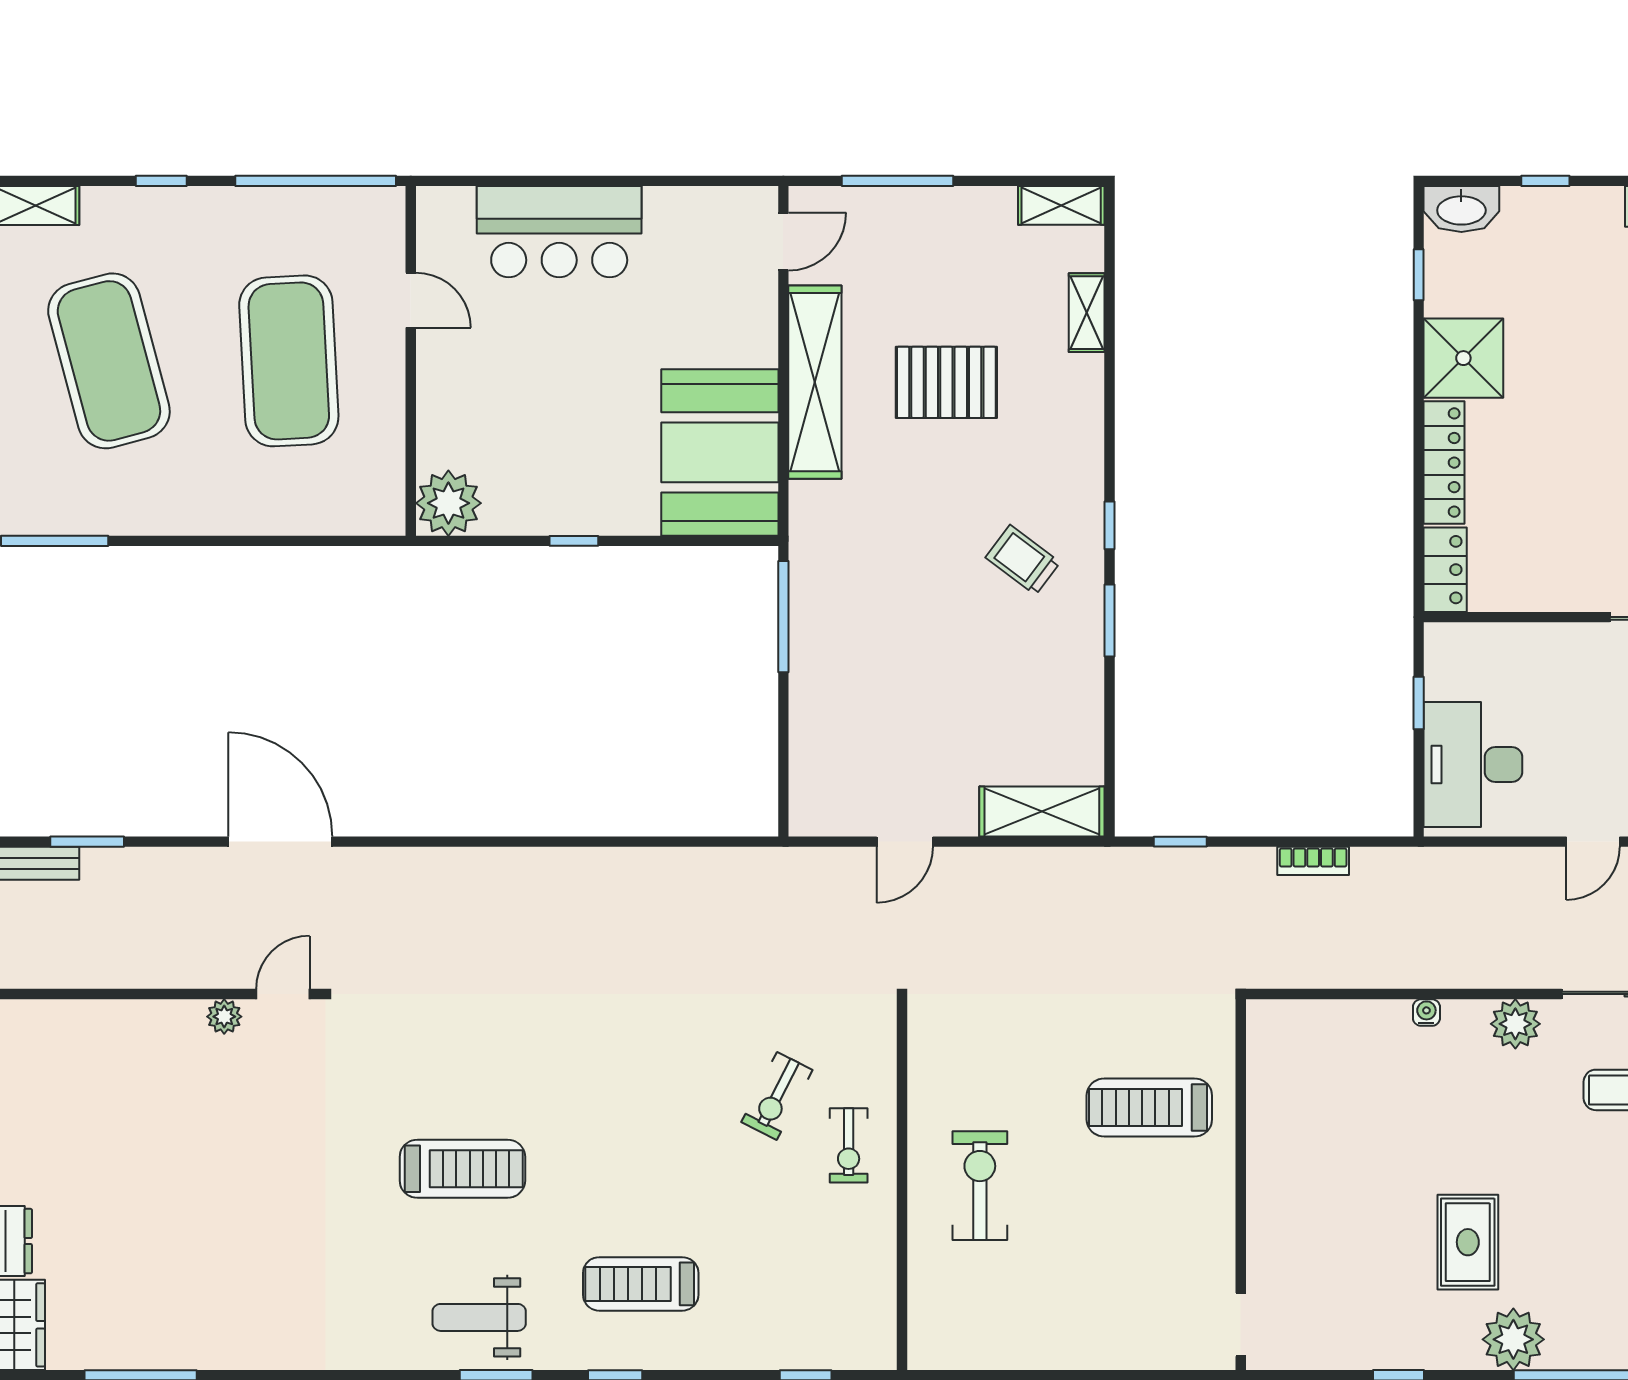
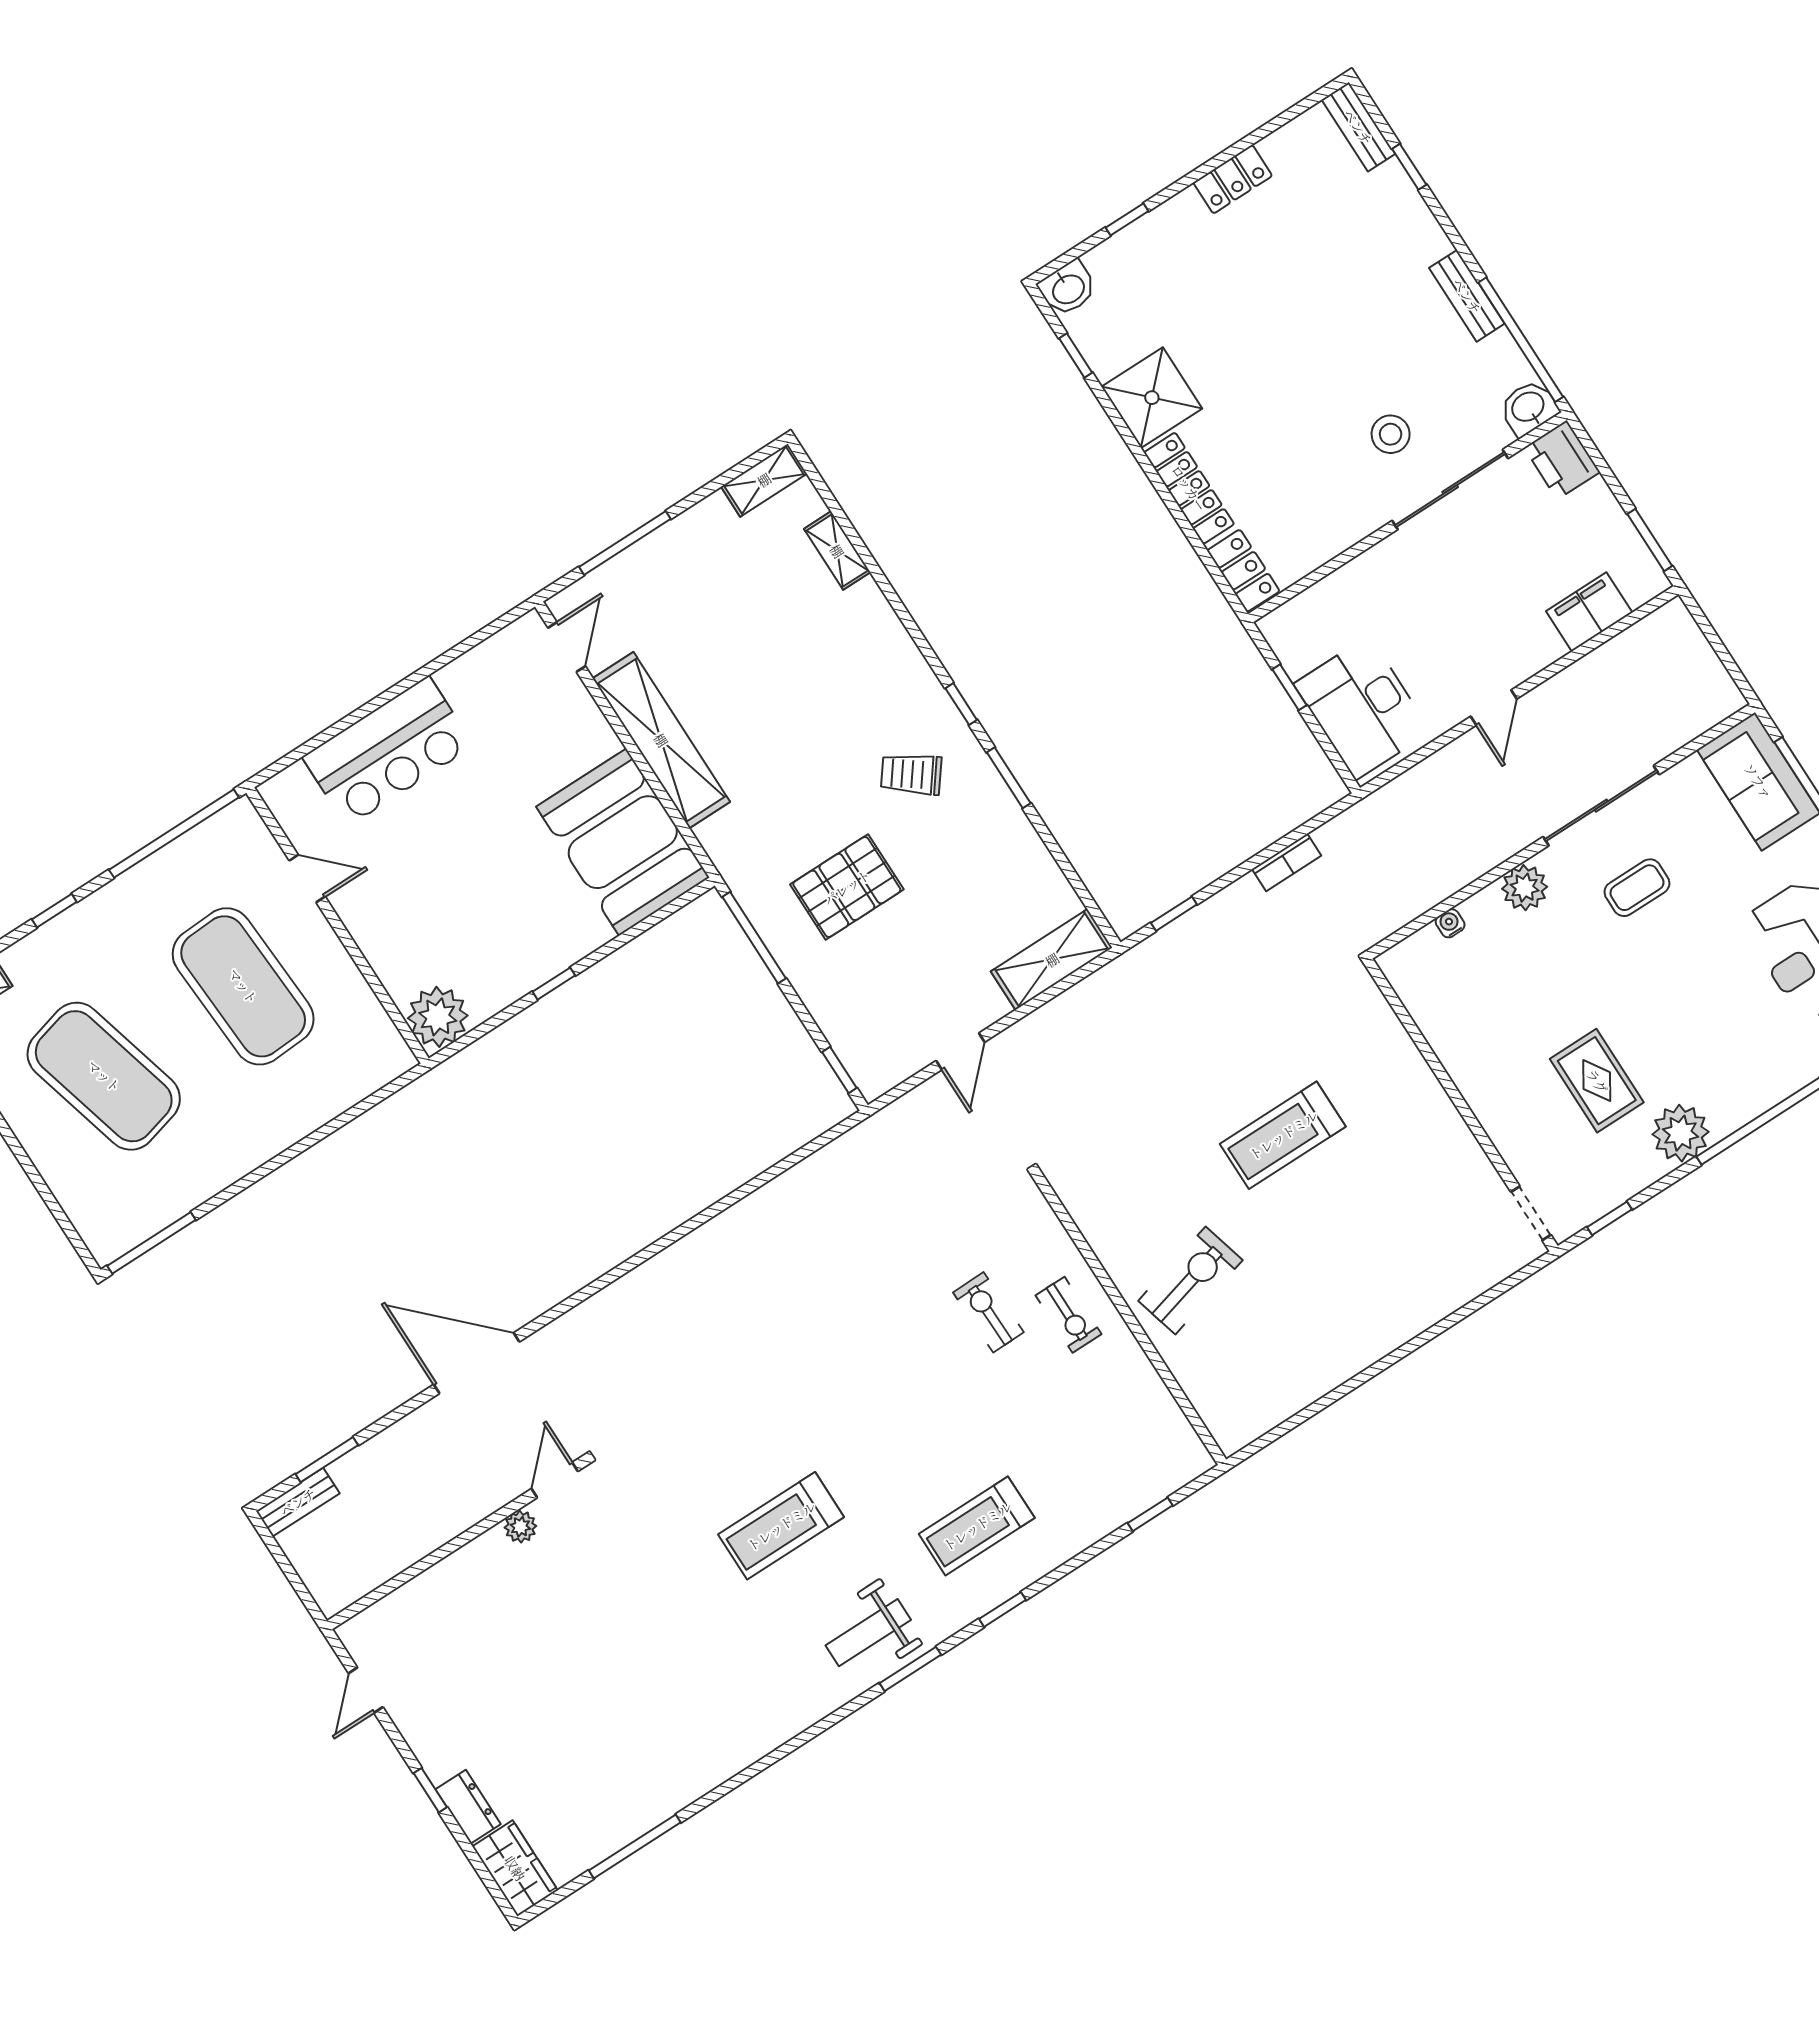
washbasin: (1461, 209) -> (1068, 288), width x0.72
pallet: (946, 382) -> (847, 887), moved
window: (783, 787) -> (839, 1070), added
exercise bike: (777, 1096) -> (988, 1312), turned 152
treadmill: (462, 1169) -> (781, 1526), turned 180
wall: (1241, 1185) -> (1461, 1105), moved
exercise bike: (980, 1186) -> (1190, 1280), turned 75
doorway: (1241, 1325) -> (1531, 1213), moved

